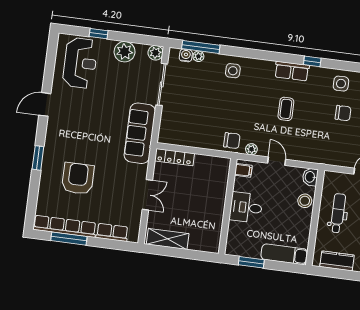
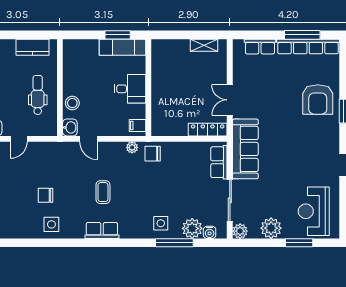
window: (99, 34) -> (299, 243), width x1.50
window: (201, 47) -> (174, 243), moved
plant: (198, 56) -> (192, 228), width x1.88, depth x1.88
window: (312, 61) -> (83, 243), removed
row of seats: (168, 124) -> (219, 162), added
door: (277, 161) -> (89, 139), moved
armchair: (78, 178) -> (318, 99), moved
double door: (147, 195) -> (230, 100), moved
dental chair: (338, 213) -> (38, 95), turned 180
shelving: (168, 239) -> (204, 45), width x0.67, depth x0.75
exam couch: (284, 254) -> (122, 47), moved

